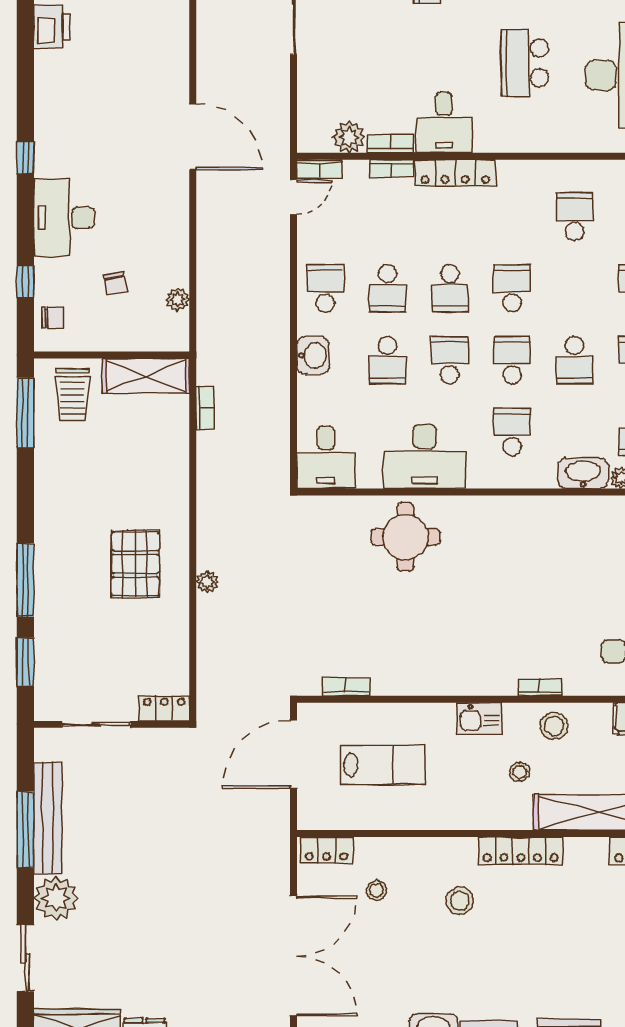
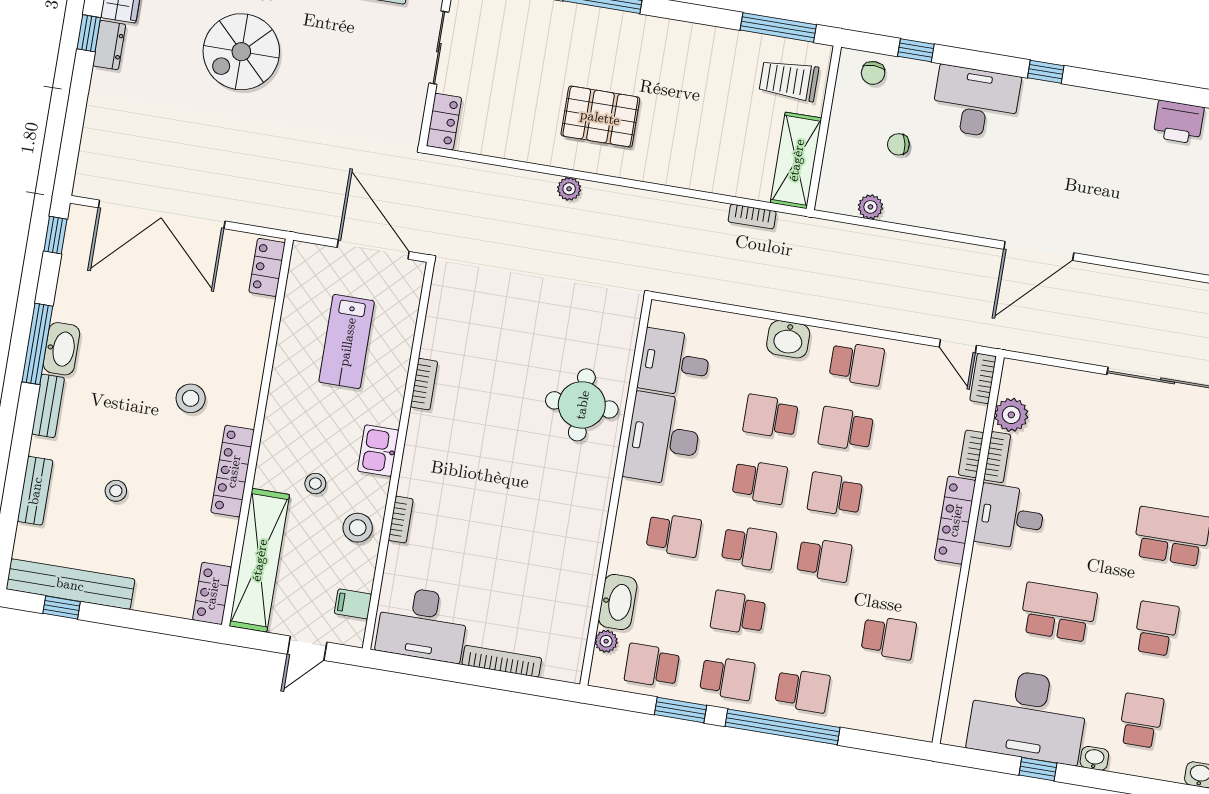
desk: (326, 457) -> (674, 363), moved
bookcase: (346, 686) -> (424, 384), moved
stool: (376, 890) -> (116, 491), moved
spiral stairs: (130, 907) -> (241, 52), added

